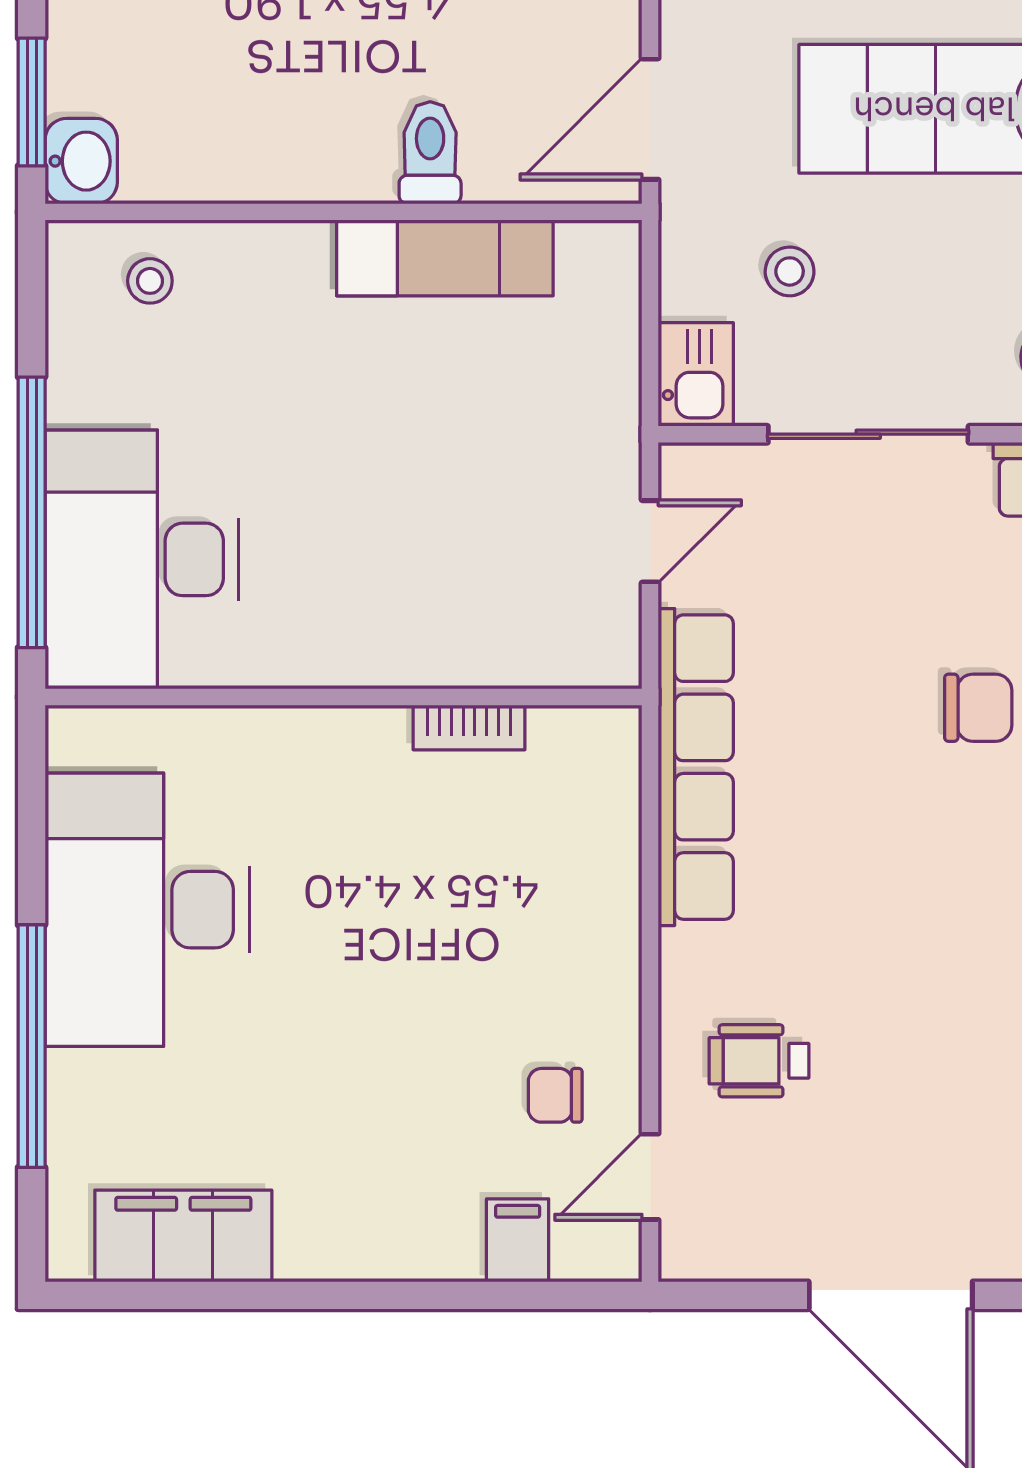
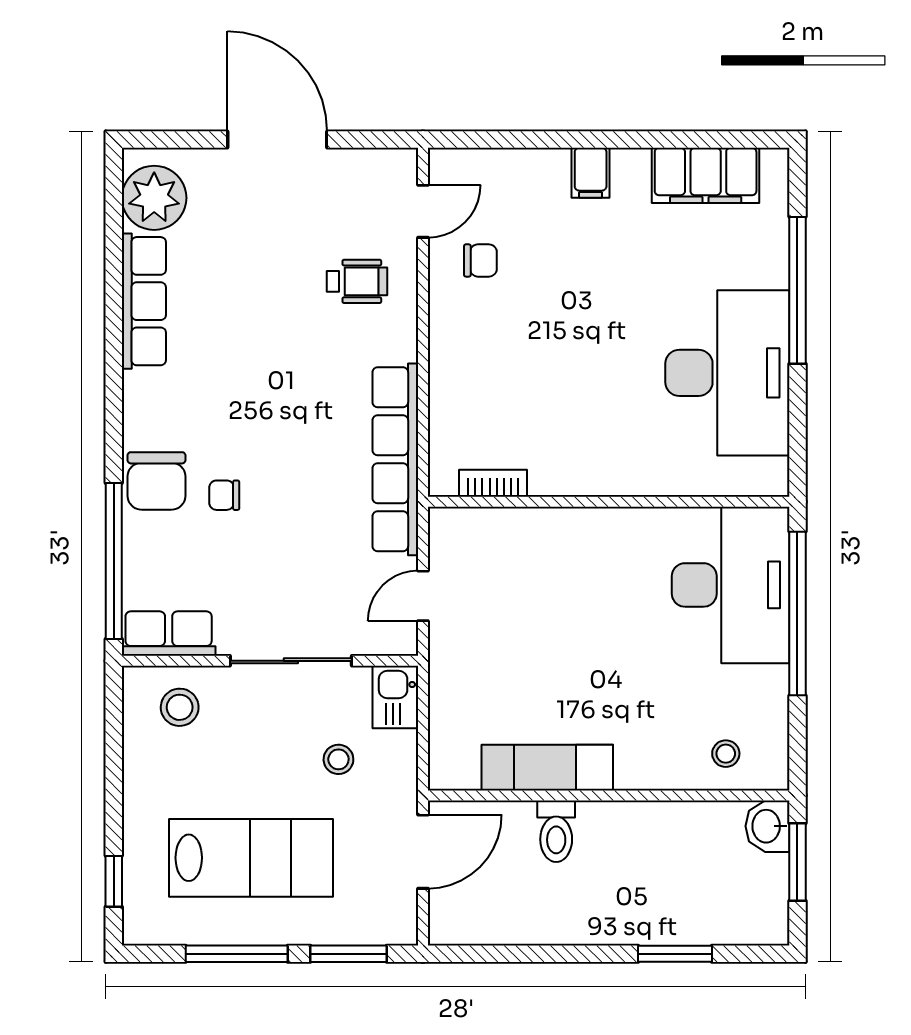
chair: (978, 708) -> (224, 495), width x0.73, depth x0.73
bookcase: (469, 727) -> (493, 483), moved
filing cabinet: (518, 1240) -> (591, 173), moved

